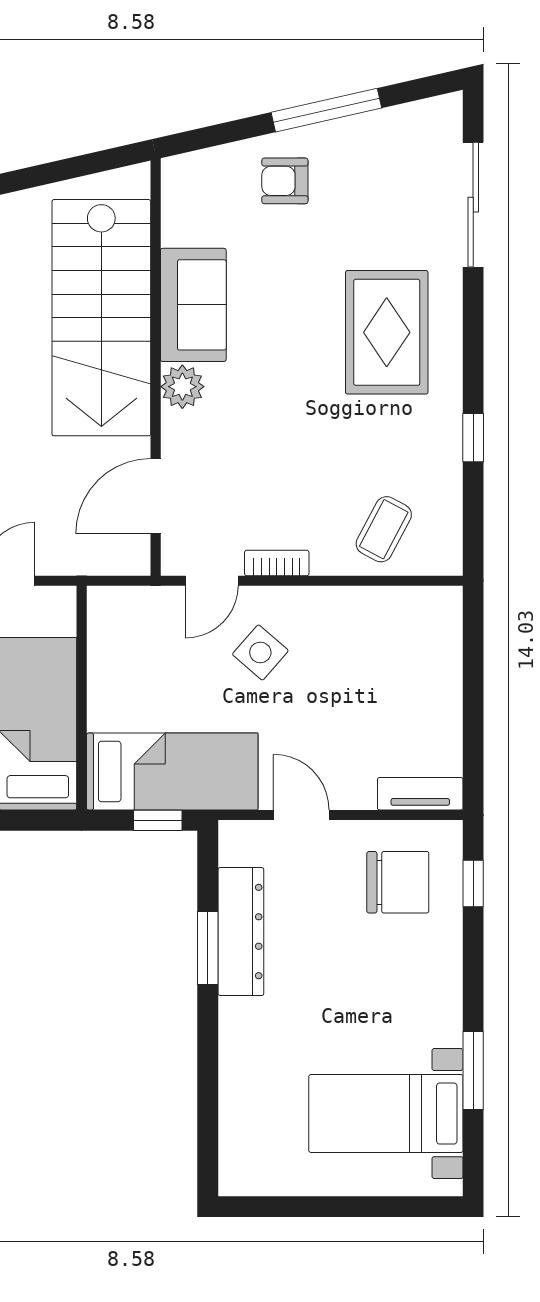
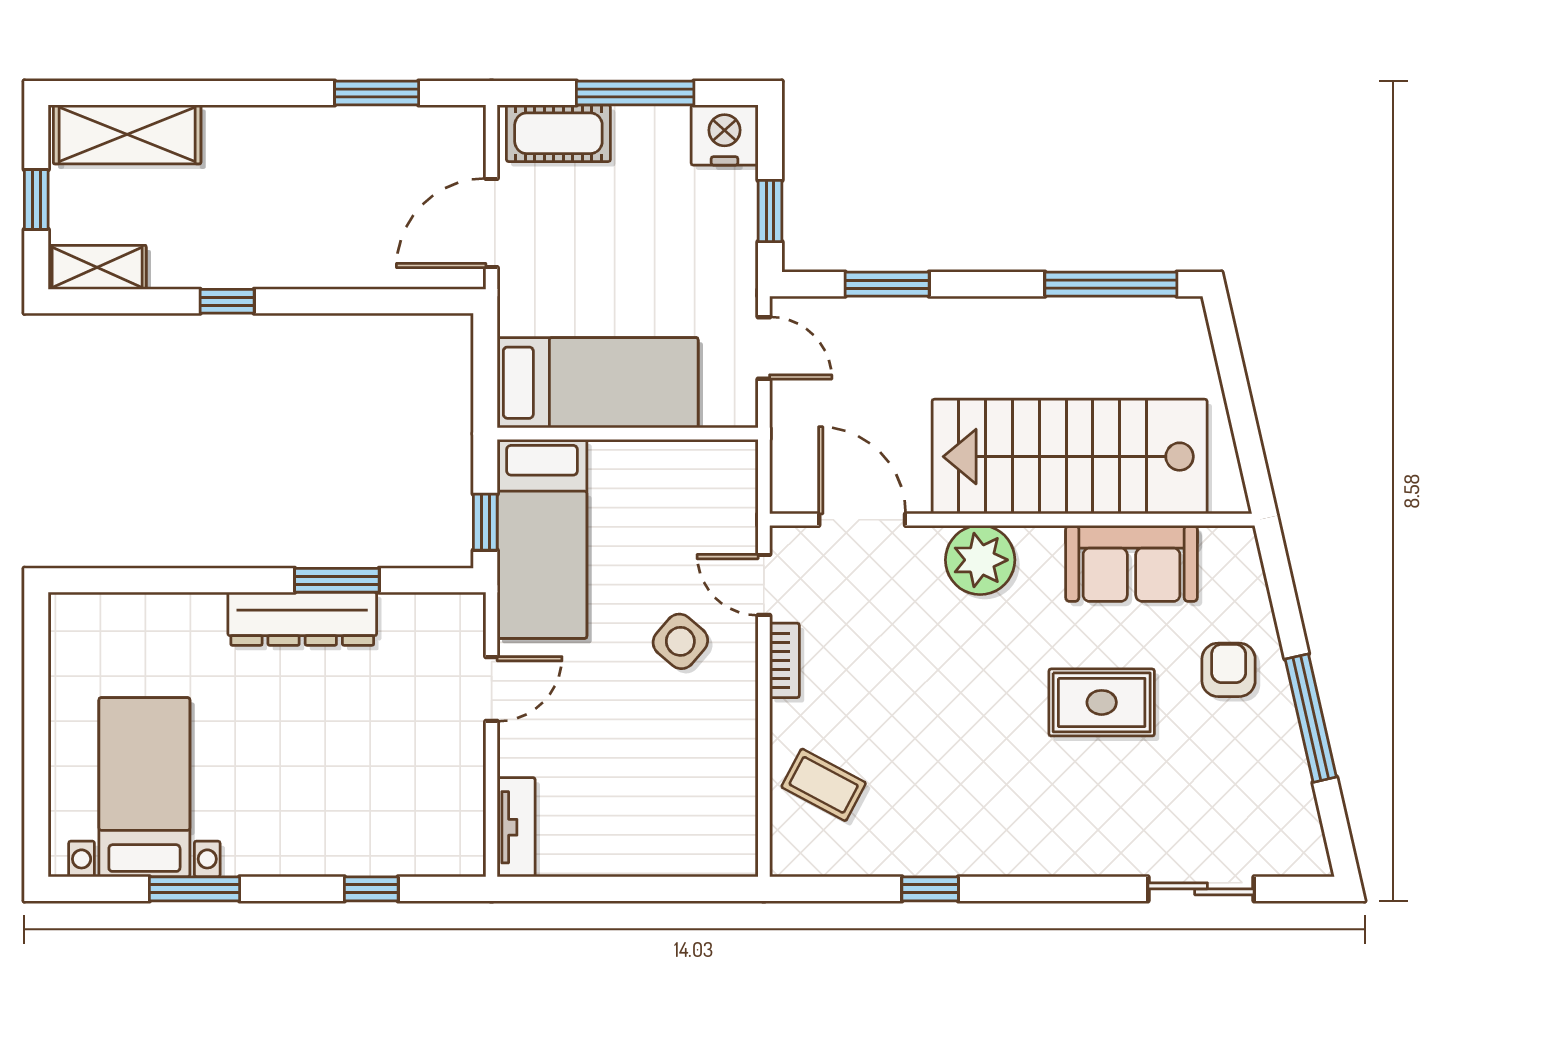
sliding door: (473, 205) -> (1201, 889), width x0.73
sofa: (193, 305) -> (1132, 563), moved
rug: (387, 332) -> (1102, 702), moved, width x0.73, depth x0.70
plant: (182, 387) -> (980, 560), width x1.36, depth x1.36
chair: (398, 882) -> (413, 801), removed
window: (473, 883) -> (371, 889), moved
dresser: (241, 932) -> (302, 619), moved

